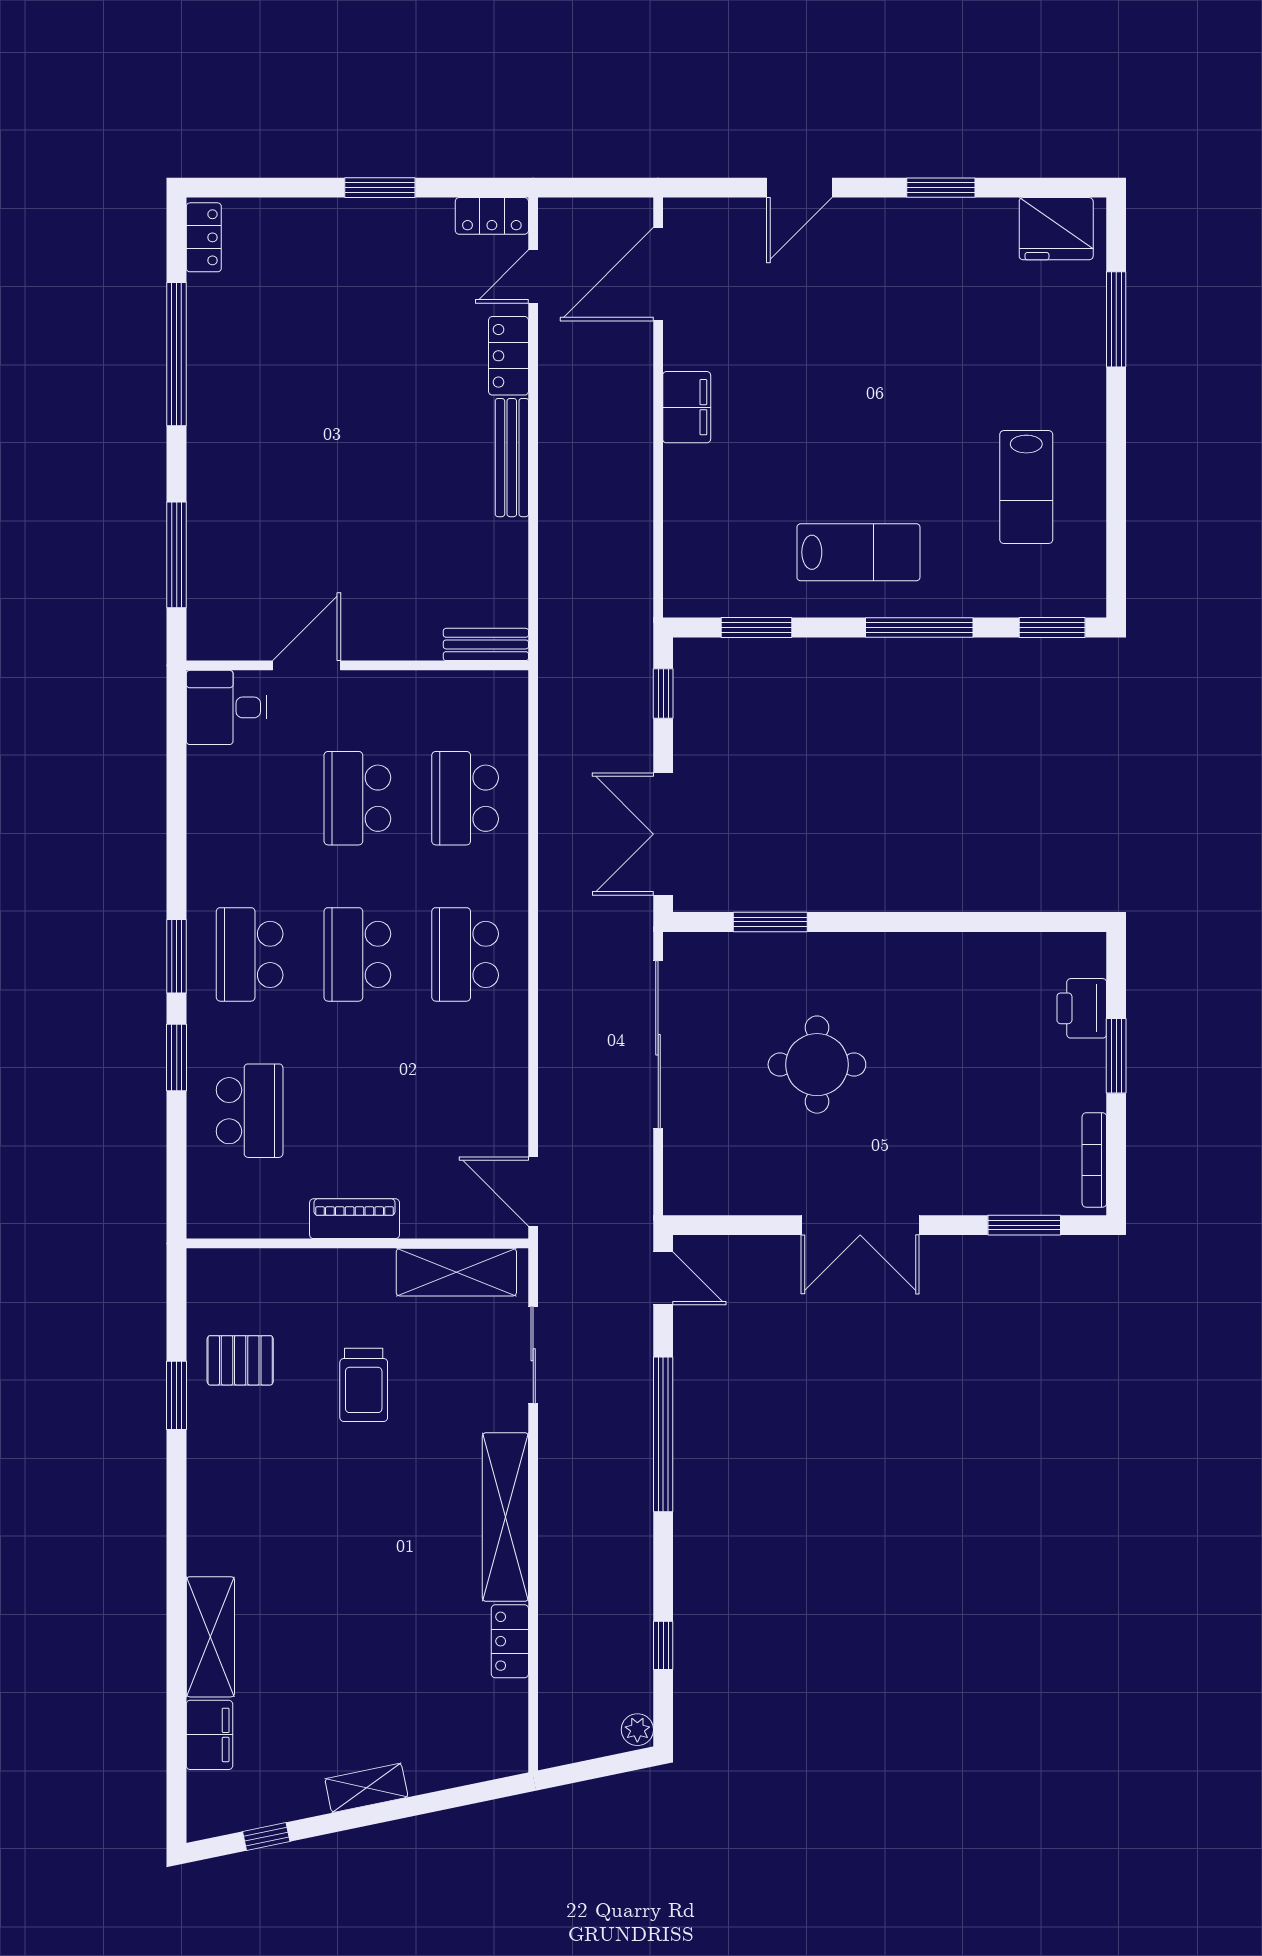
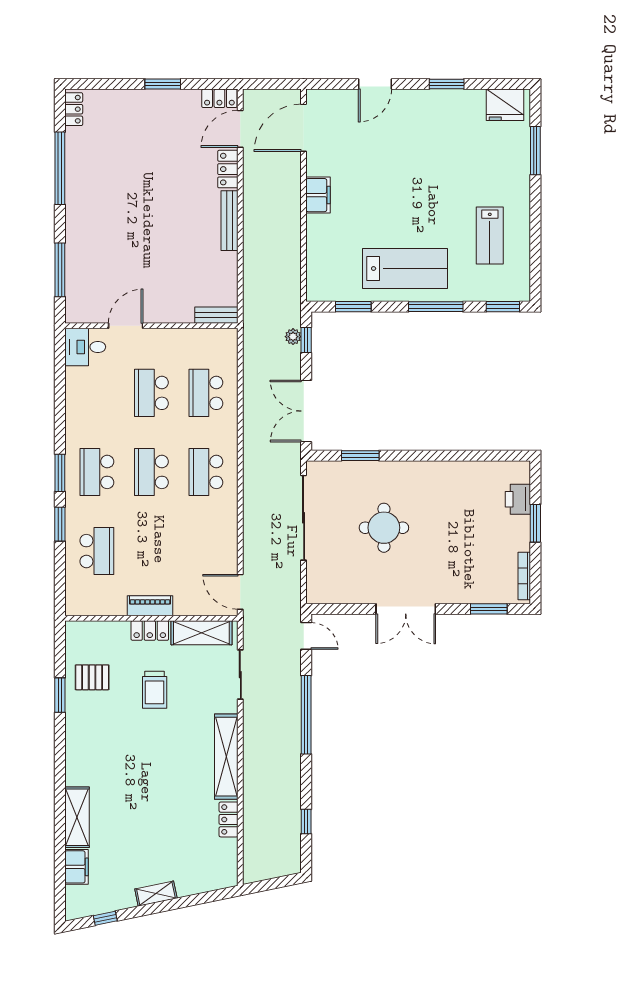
door: (533, 276) -> (240, 129), width x1.38
lab bench: (858, 552) -> (405, 268), width x1.36, depth x1.39
locker: (354, 1268) -> (150, 631), added
plant: (637, 1730) -> (293, 337), moved

